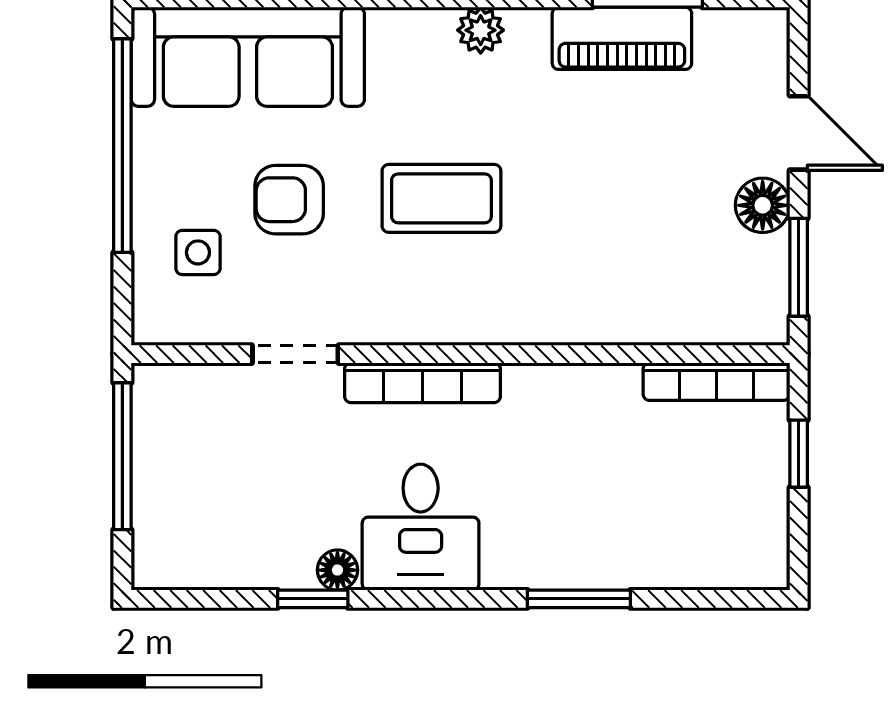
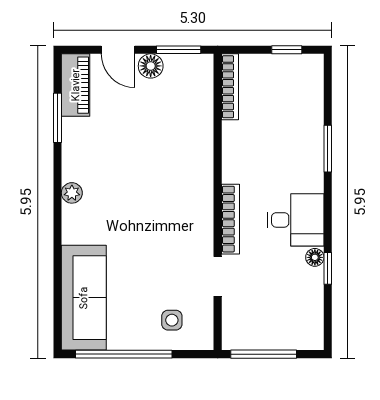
piano: (622, 38) -> (76, 85), moved
door: (799, 133) -> (118, 50), swing flipped
coffee table: (441, 198) -> (148, 211), removed
armchair: (289, 200) -> (148, 279), removed
window: (799, 454) -> (287, 50), moved

